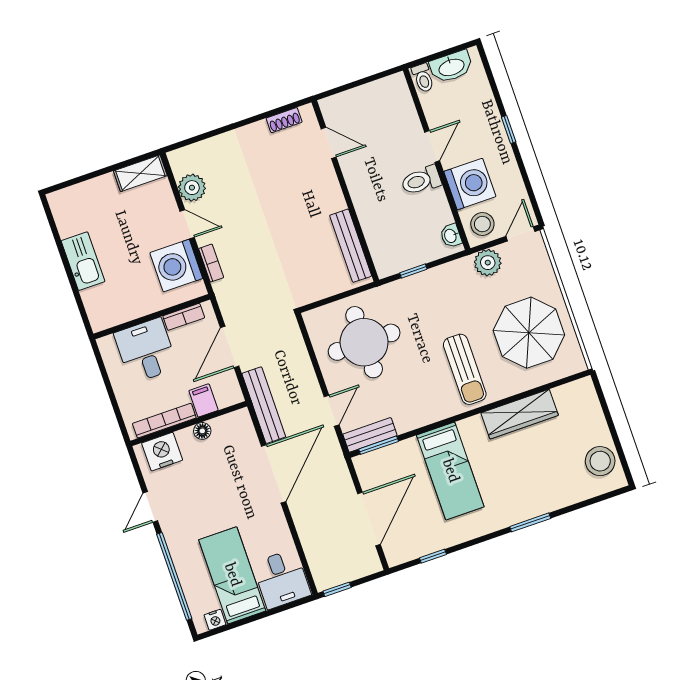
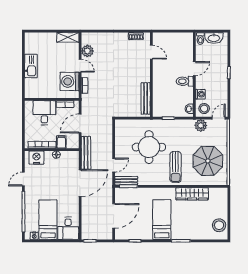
washing machine: (470, 184) -> (200, 94), width x0.53, depth x0.53
round table: (364, 342) -> (149, 147), moved
bed: (450, 471) -> (162, 220), moved, turned 180

